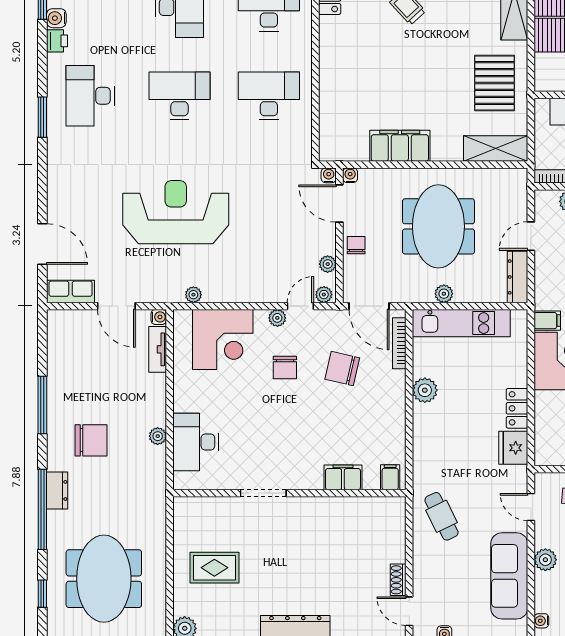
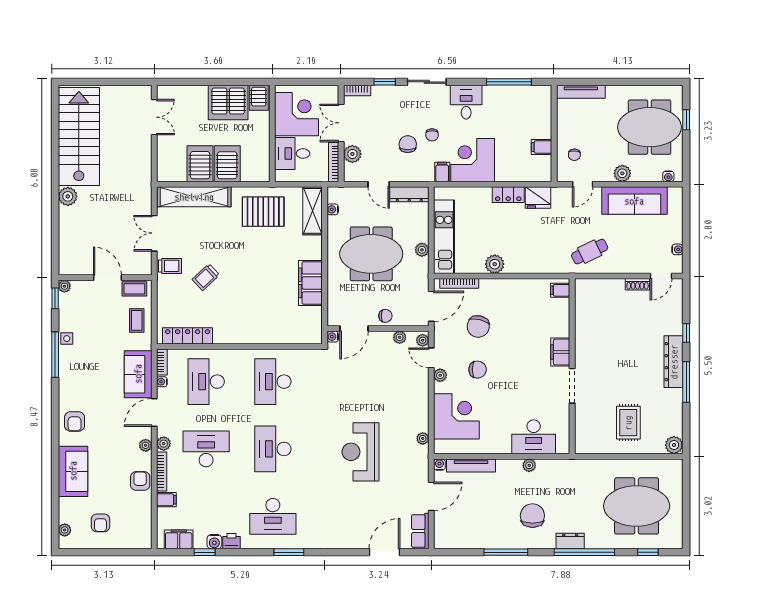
water cooler: (350, 175) -> (333, 209), moved
reception desk: (176, 212) -> (361, 452), width x0.74, depth x0.77
chair: (356, 245) -> (385, 316), turned 180
tv unit: (158, 349) -> (471, 465), width x1.41
filing cabinet: (343, 477) -> (560, 352), moved

